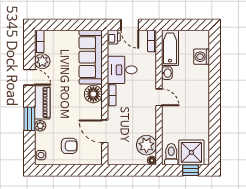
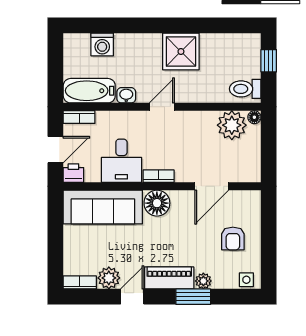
armchair: (69, 146) -> (233, 239), turned 180
shower: (191, 152) -> (181, 52), moved

